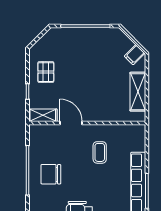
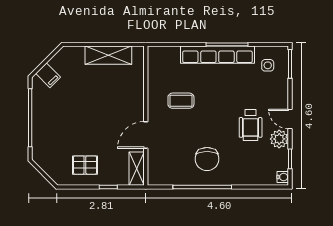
filing cabinet: (135, 55) -> (48, 75), moved

